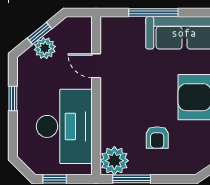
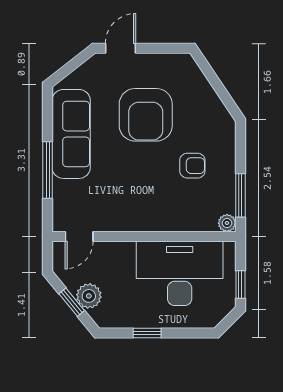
door: (96, 66) -> (79, 236), moved
plant: (114, 161) -> (227, 223), width x0.53, depth x0.53

